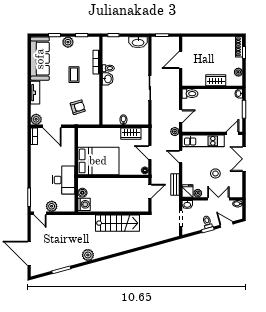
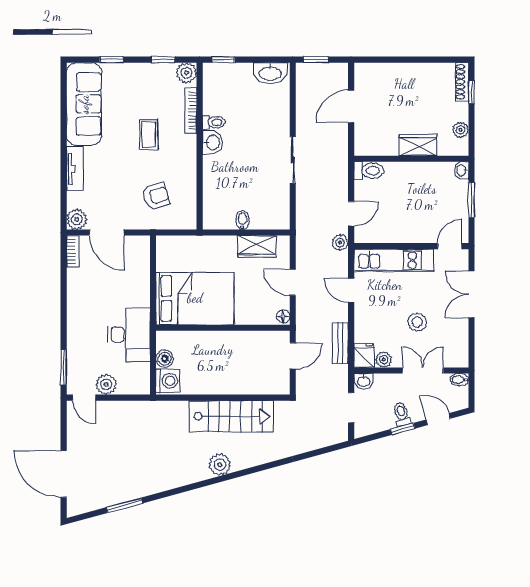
plant: (68, 42) -> (186, 73), moved
plant: (88, 255) -> (220, 465), moved

